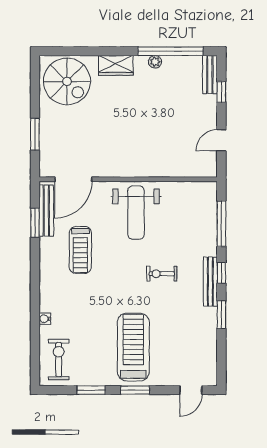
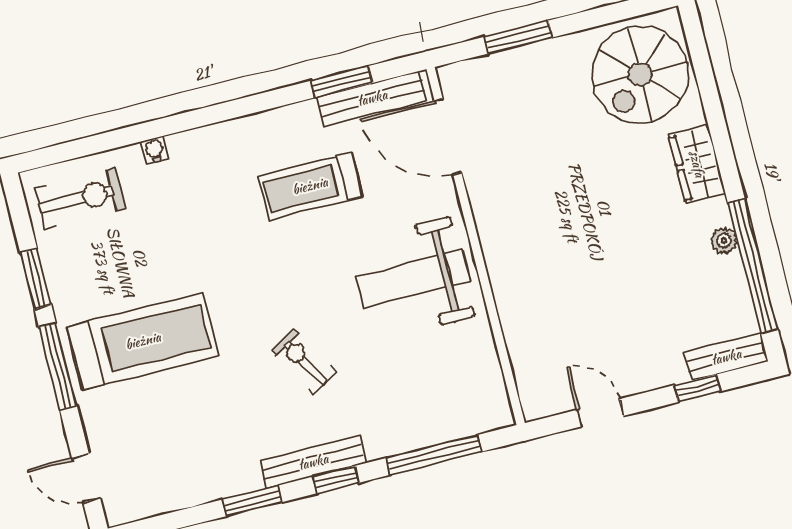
exercise bike: (162, 274) -> (304, 361), turned -30
window: (135, 390) -> (58, 367), width x1.44

